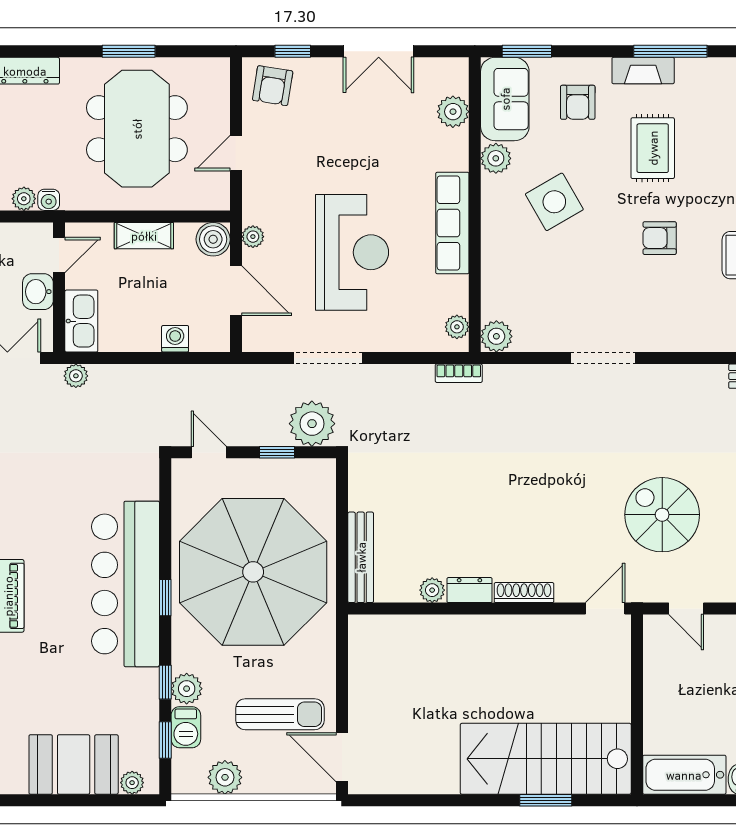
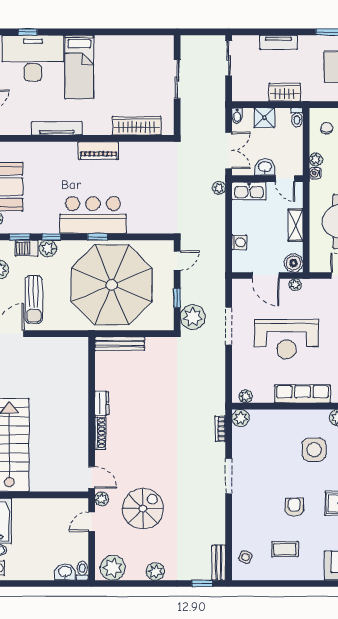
side table: (554, 202) -> (314, 450), turned 30
door: (236, 291) -> (265, 275), hinge flipped
bookcase: (459, 373) -> (220, 429), moved
bar counter: (125, 584) -> (93, 215), width x0.73
plant: (432, 590) -> (102, 499), moved

